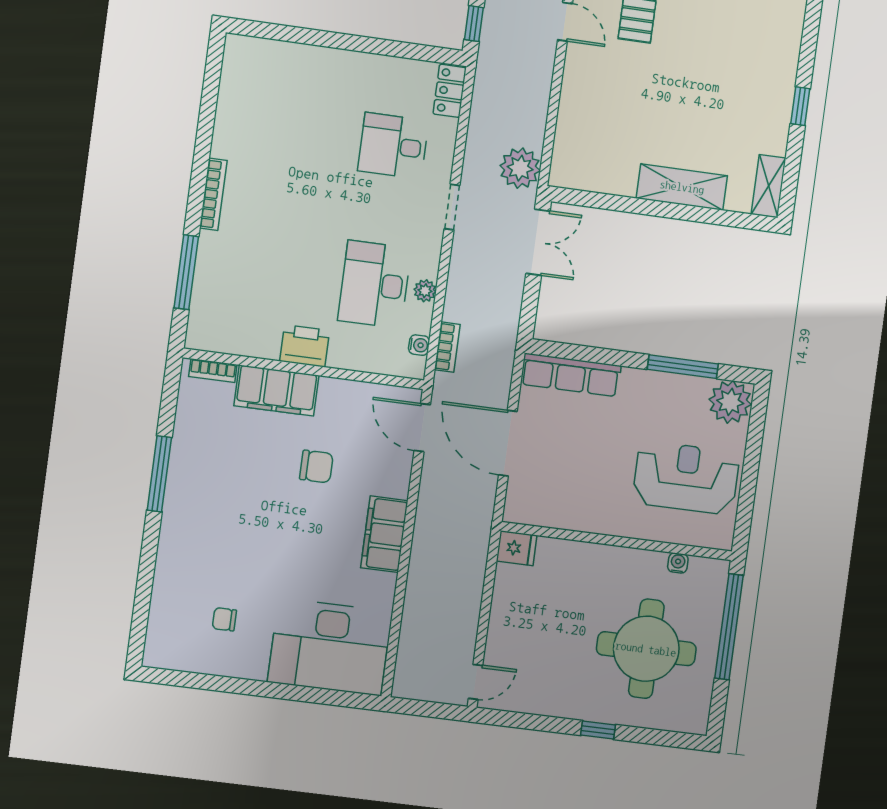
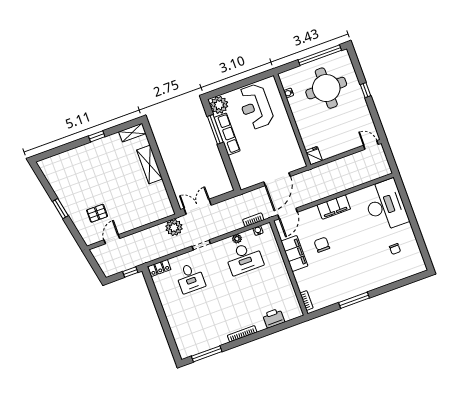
window: (186, 272) -> (207, 354), moved
printer: (305, 346) -> (274, 318), moved, turned 90
row of seats: (571, 375) -> (227, 134), moved
filing cabinet: (276, 391) -> (294, 254), moved
window: (729, 627) -> (320, 55), moved

